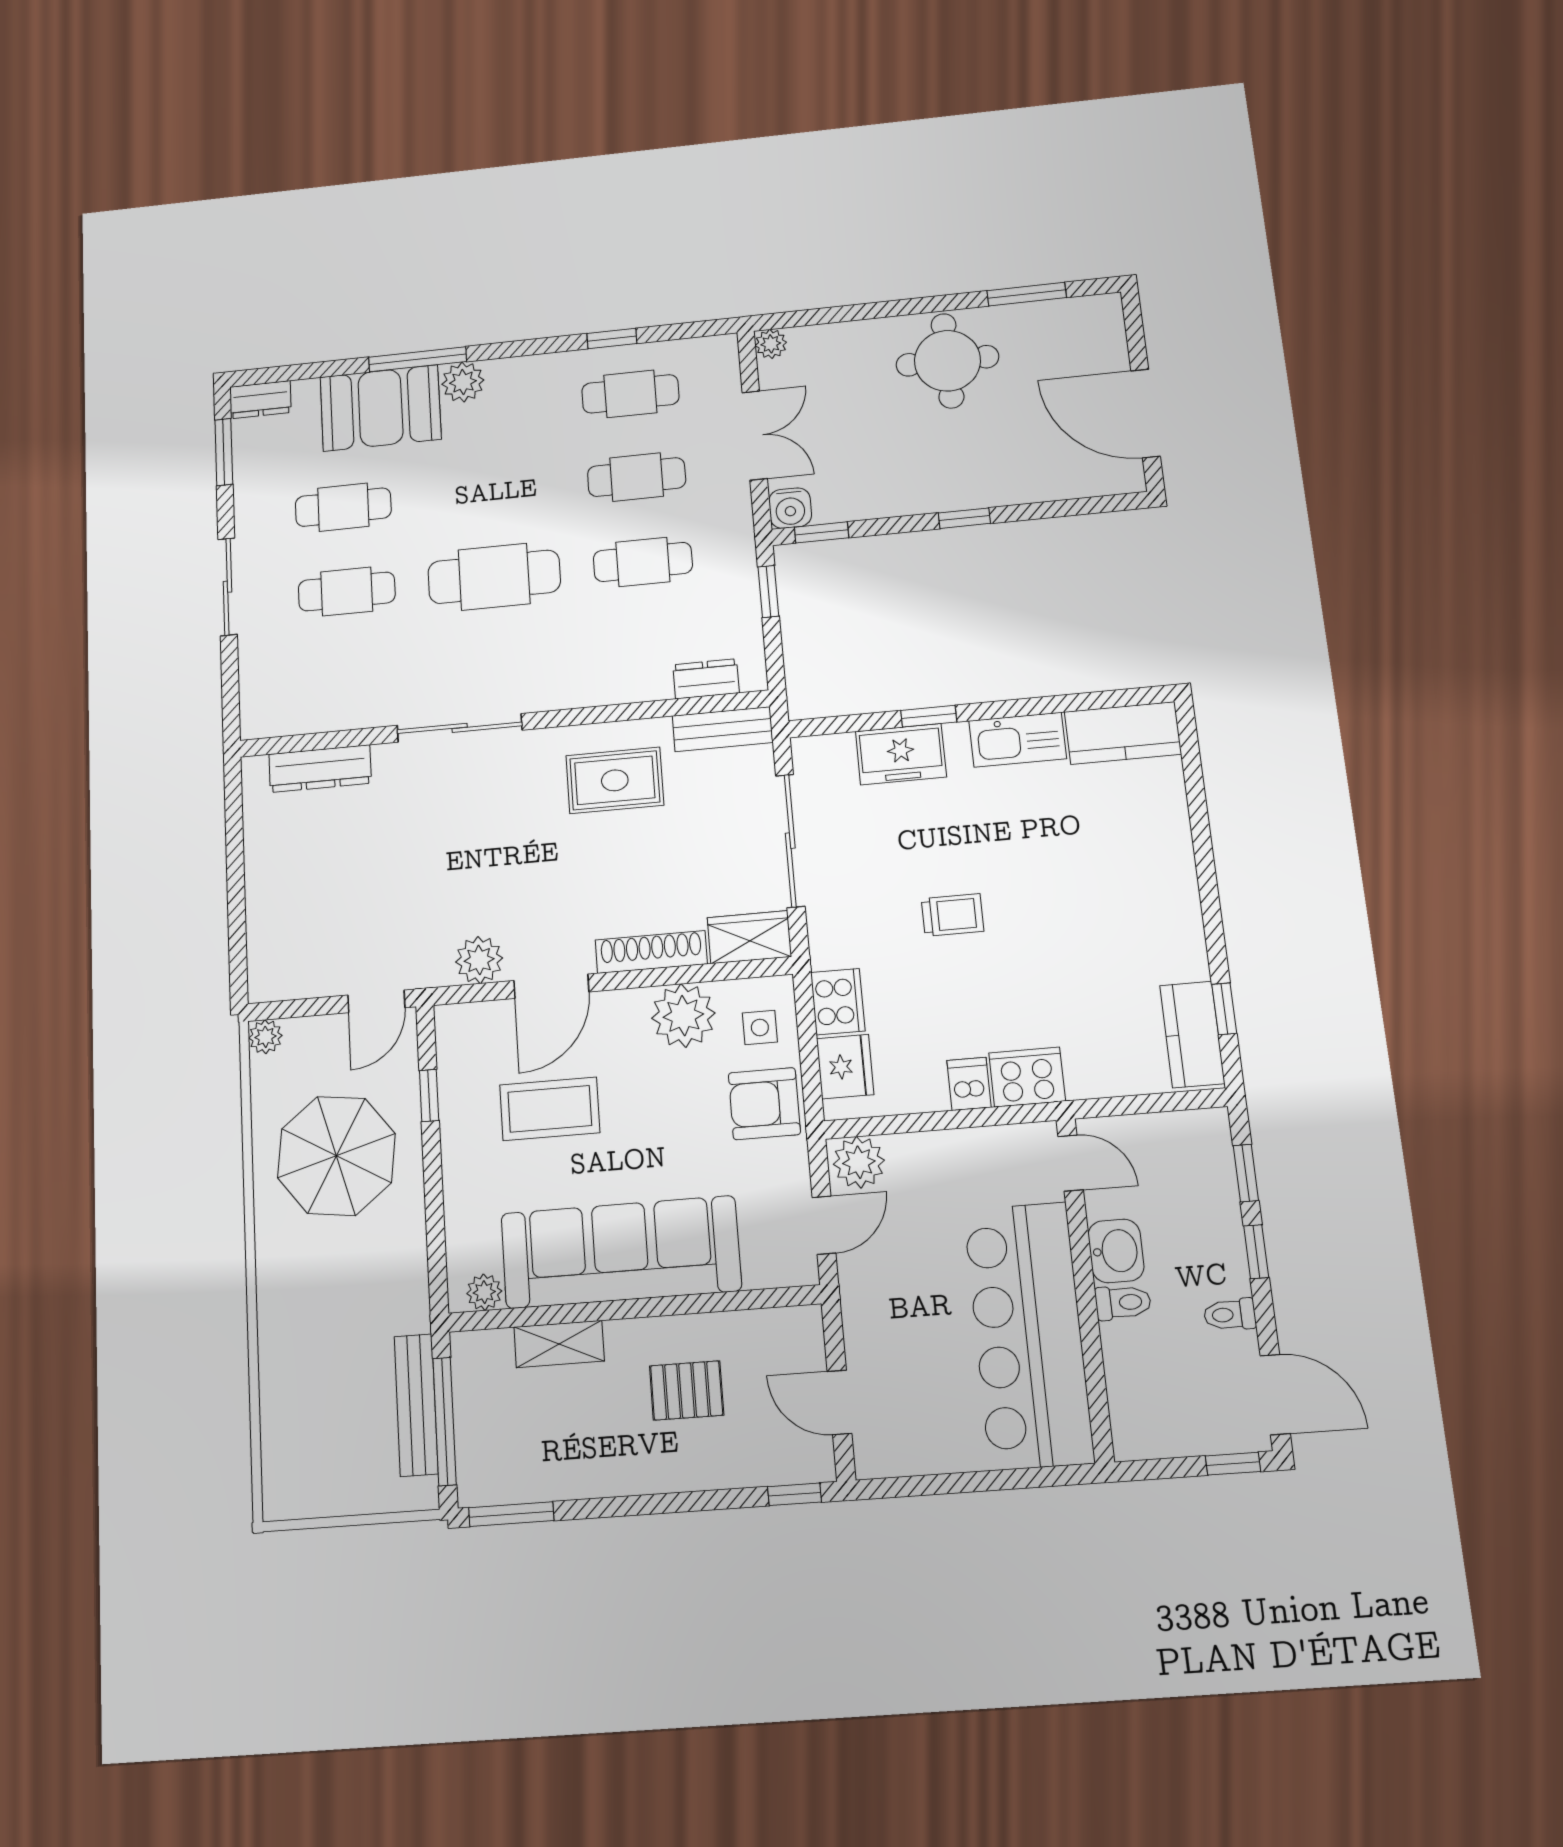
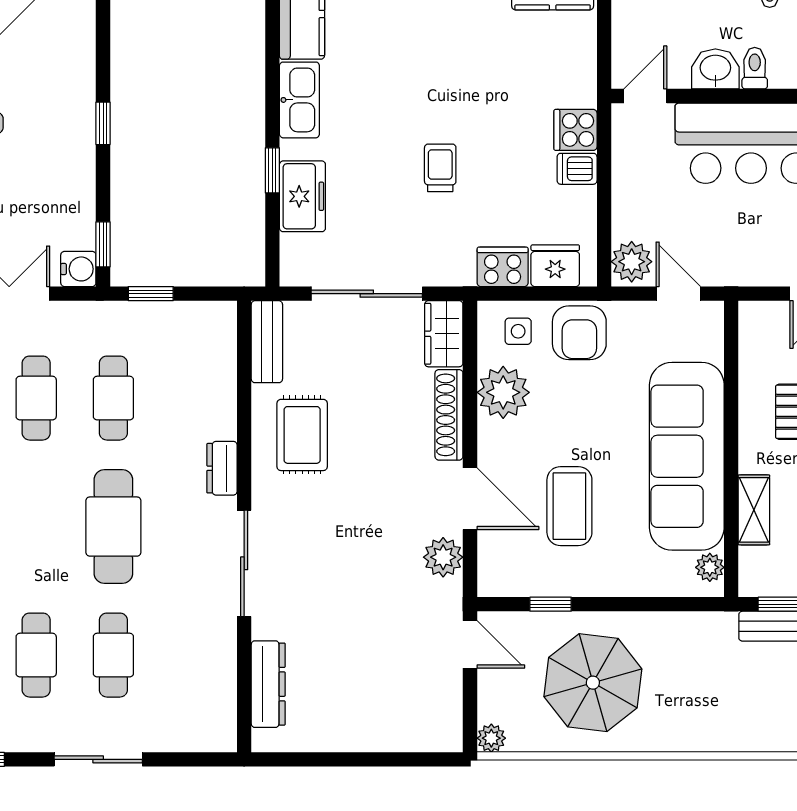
dresser: (706, 679) -> (222, 468), moved
cooker: (1027, 1077) -> (575, 130), width x0.73

